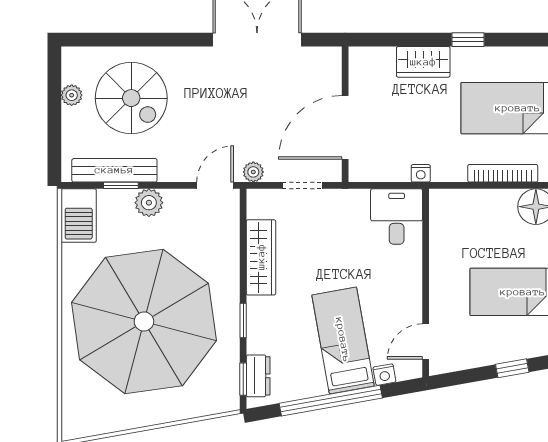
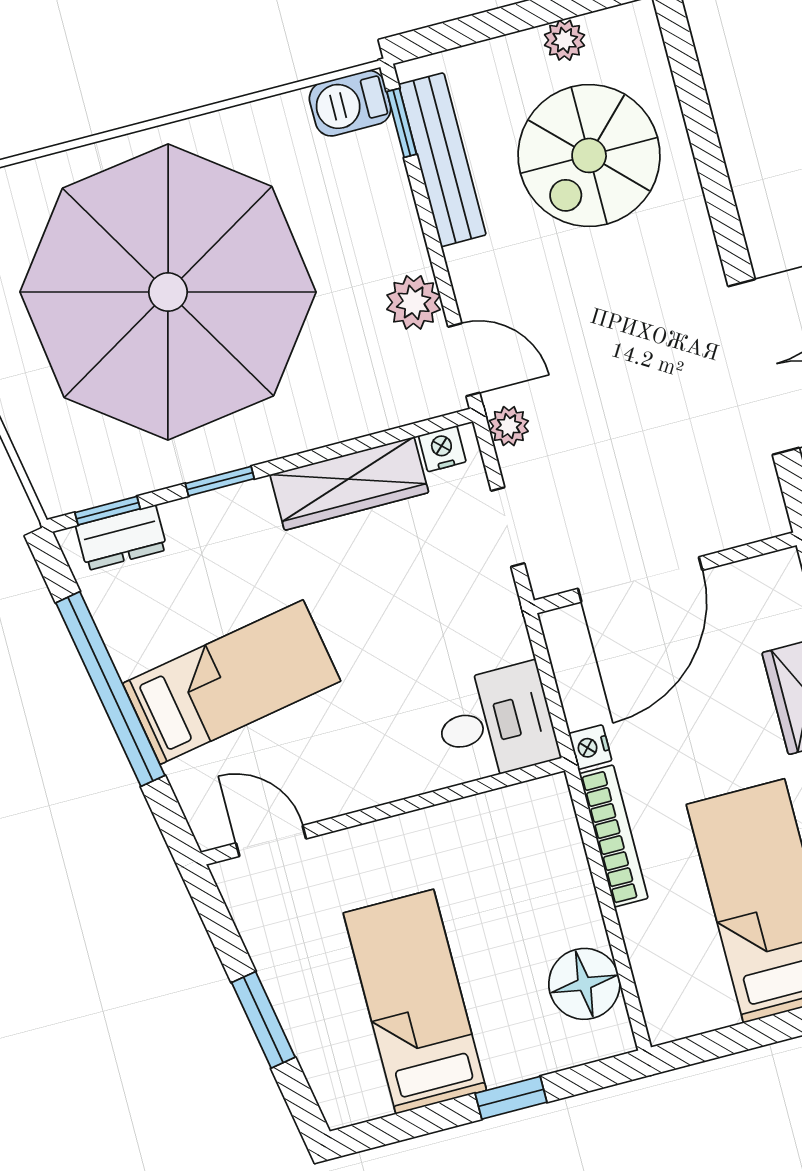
door: (345, 127) -> (640, 579), swing flipped
bookcase: (503, 173) -> (614, 836), moved
window: (121, 185) -> (402, 123), moved
plant: (149, 203) -> (414, 302), moved
barbecue: (79, 216) -> (350, 103), width x0.73, depth x0.79
window: (512, 368) -> (263, 1020), width x1.50
nightstand: (384, 375) -> (442, 449), moved, turned 100

